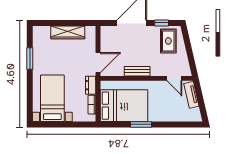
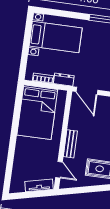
bench: (137, 71) -> (70, 144), moved
door: (174, 78) -> (59, 170), swing flipped
window: (141, 124) -> (15, 128), removed

